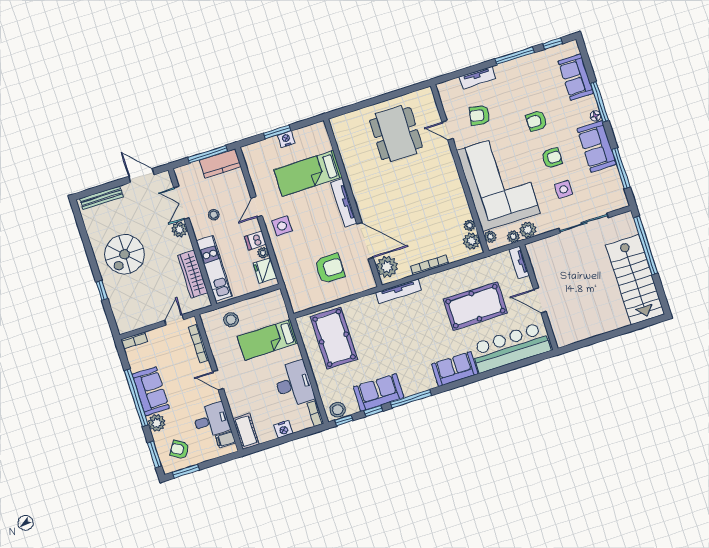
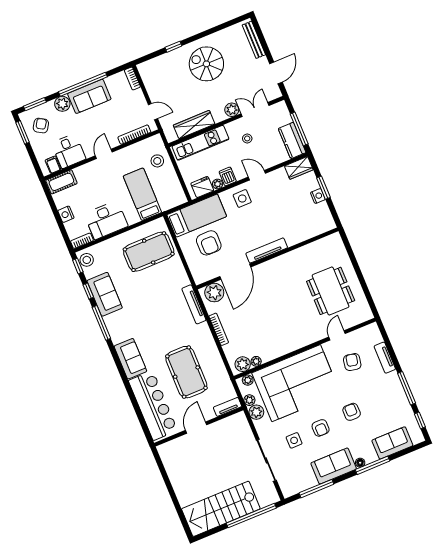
dining table: (396, 134) -> (331, 291), turned 90
wardrobe: (252, 158) -> (299, 168), added
bed: (308, 173) -> (197, 216), moved, turned 90

